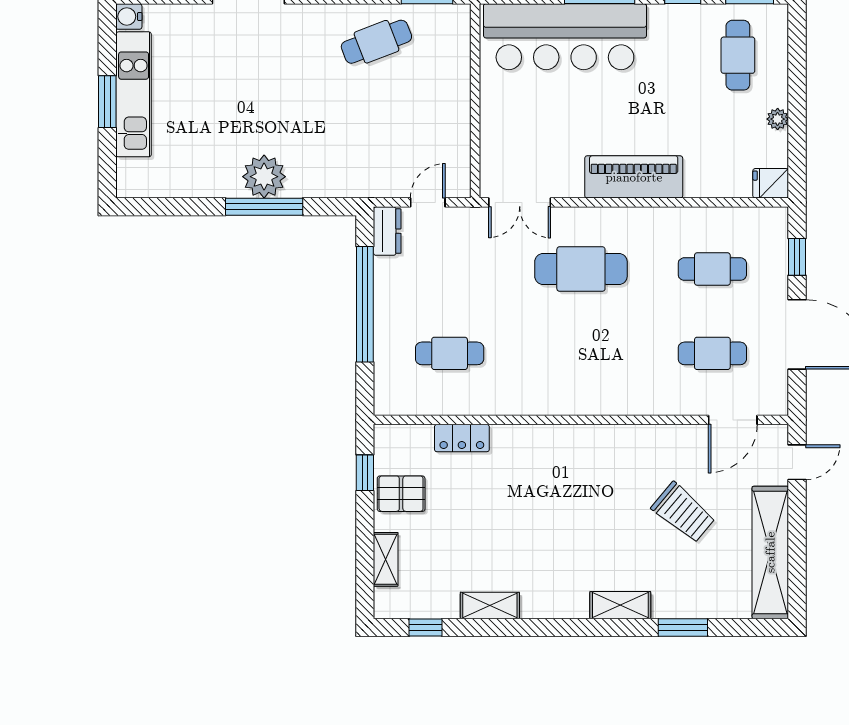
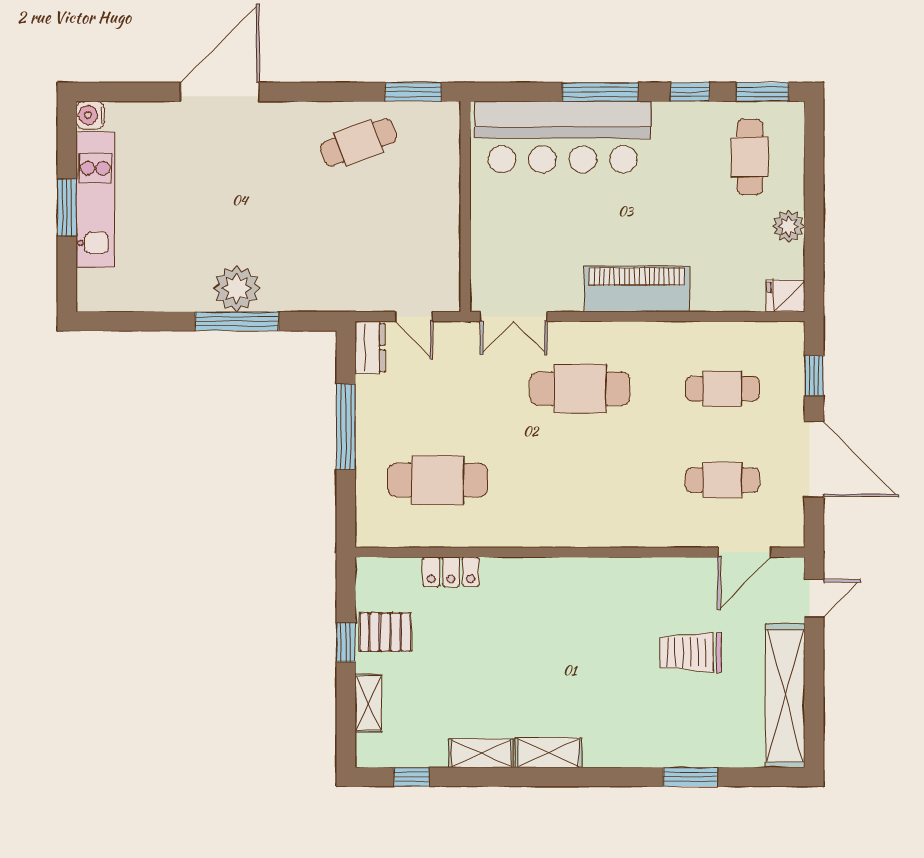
plant: (778, 119) -> (789, 226), width x1.38, depth x1.38
door: (428, 202) -> (414, 317), swing flipped
window: (365, 304) -> (346, 427), width x0.68
cafe table: (450, 353) -> (438, 480), width x1.37, depth x1.35
window: (365, 473) -> (346, 642), moved
trolley: (683, 512) -> (691, 652), turned 140
shelving: (620, 605) -> (549, 753), moved

